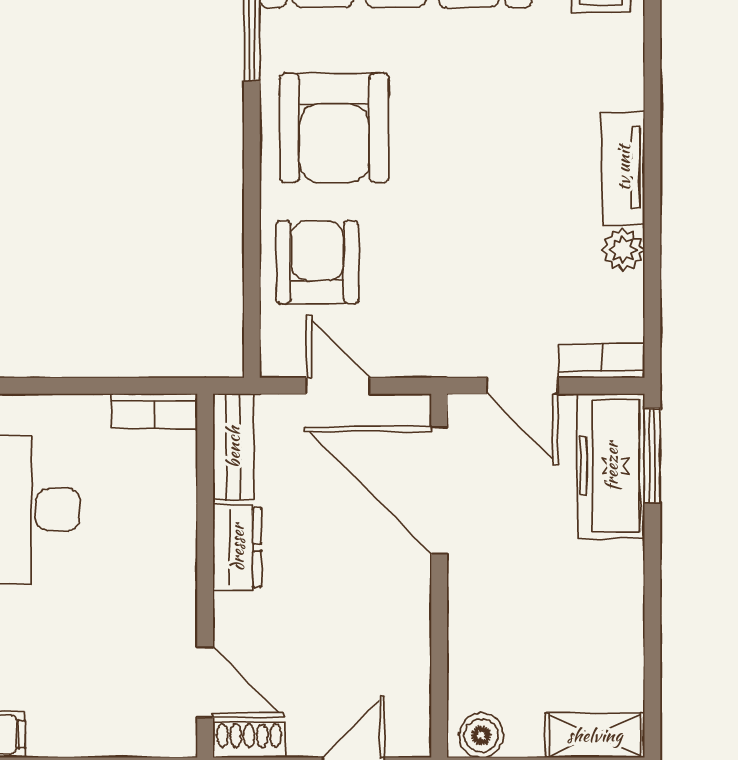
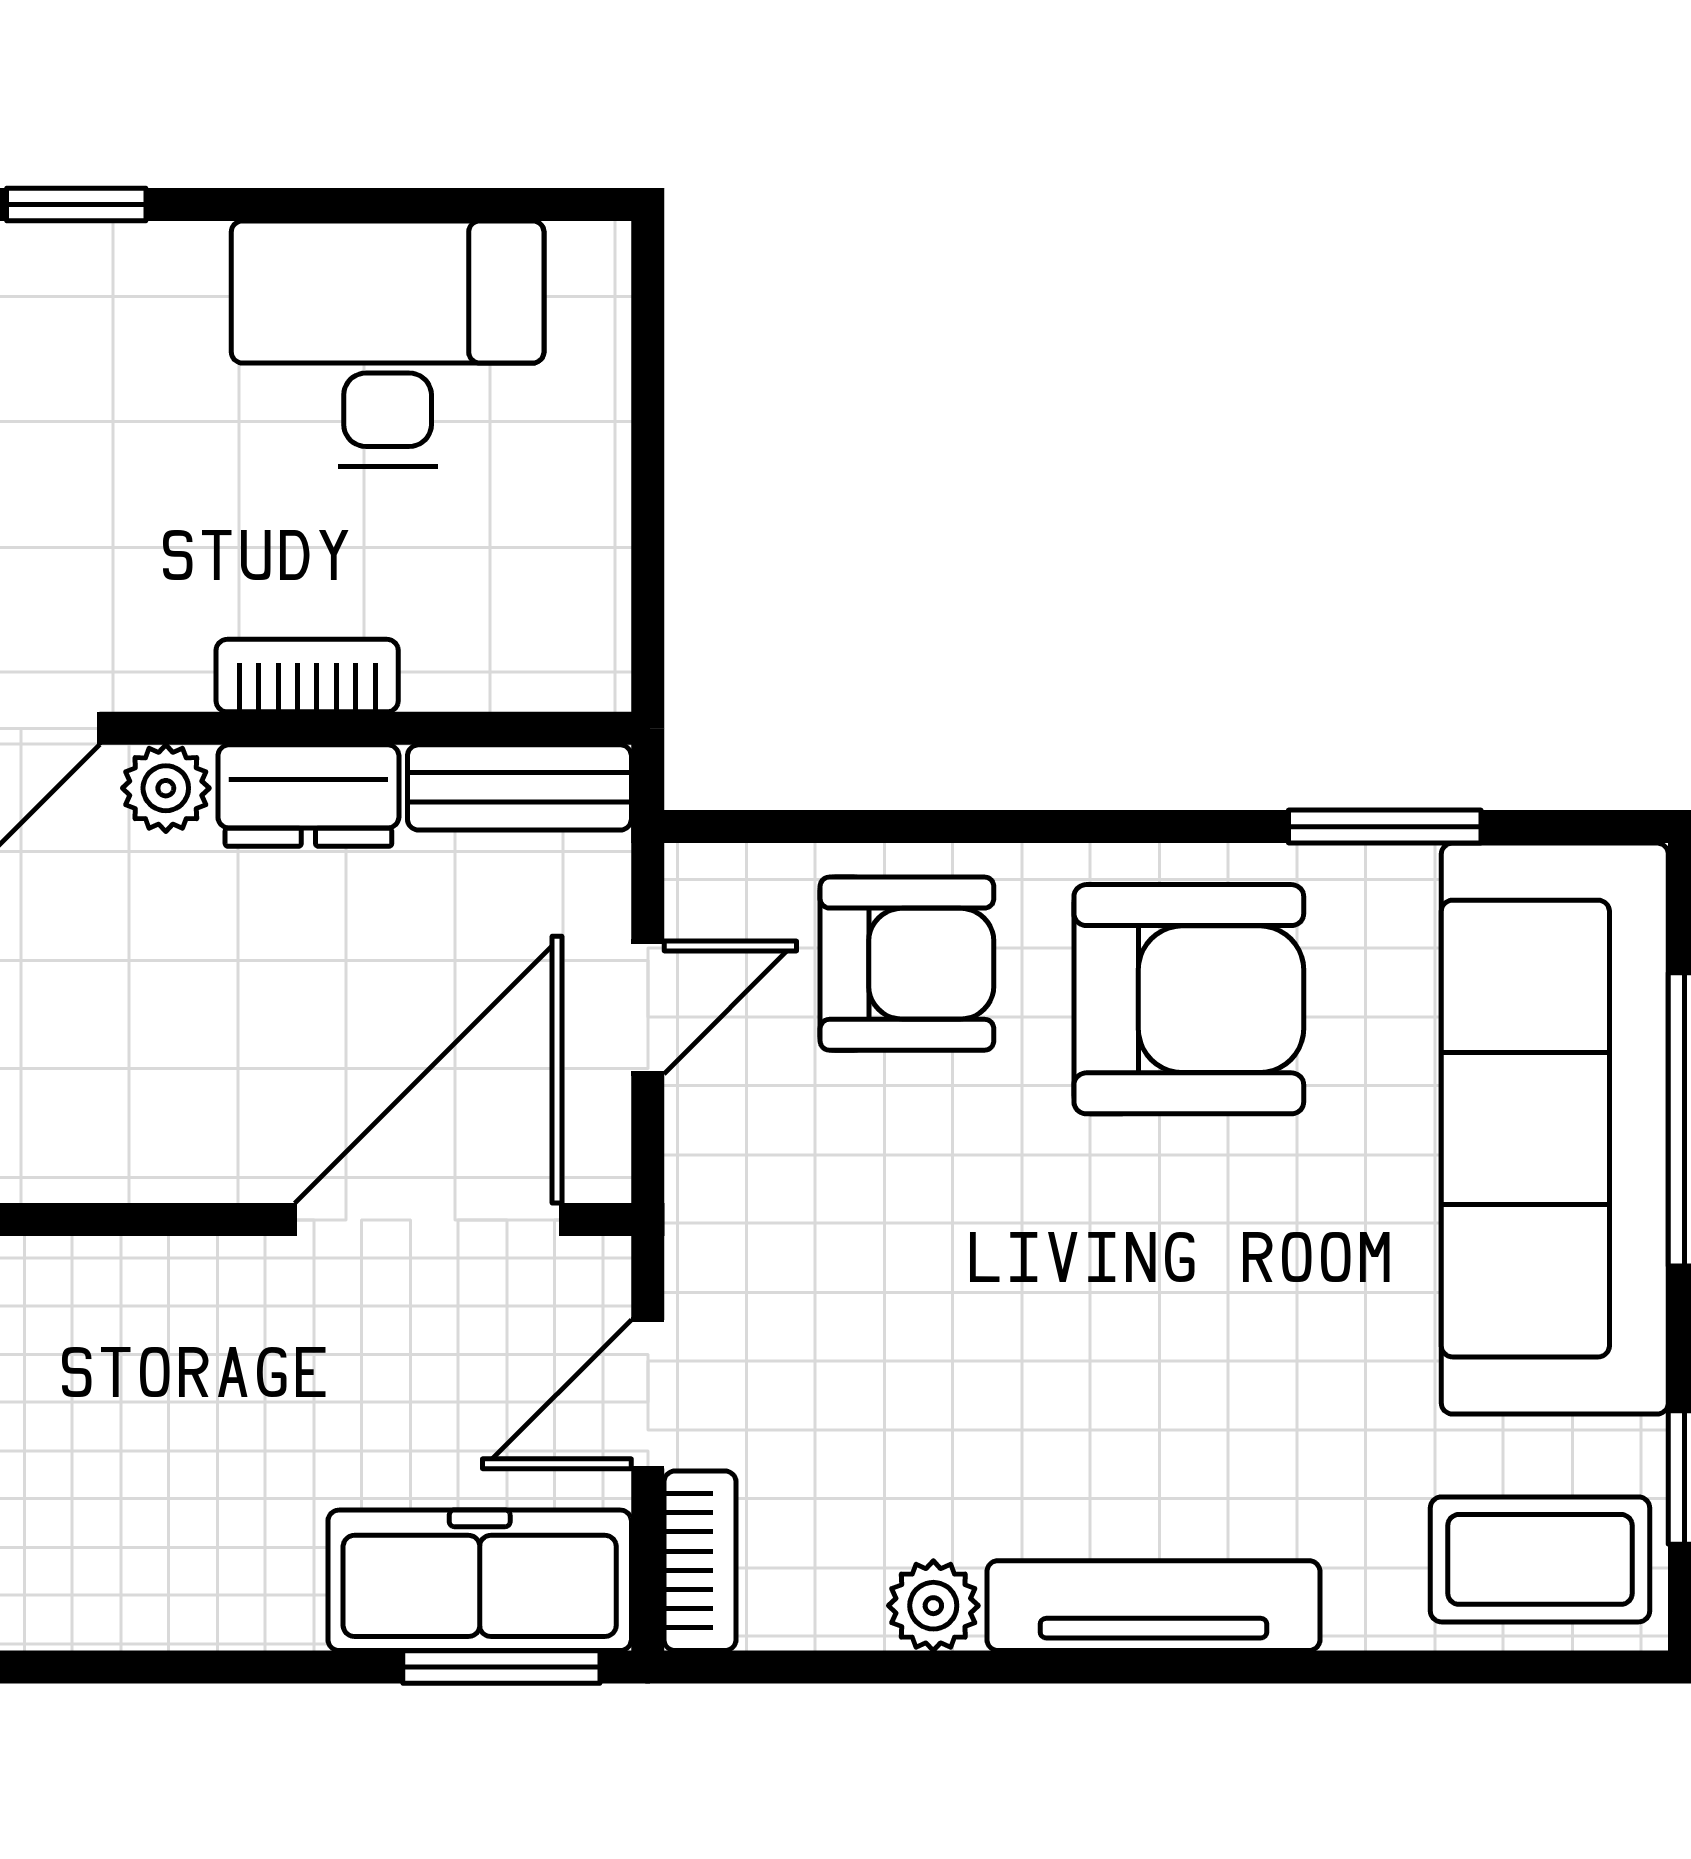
armchair: (334, 128) -> (1189, 999), turned 180
tv unit: (623, 168) -> (1153, 1606), width x1.41
bookcase: (154, 411) -> (307, 676), moved, turned 90
plant: (234, 615) -> (166, 788), added

